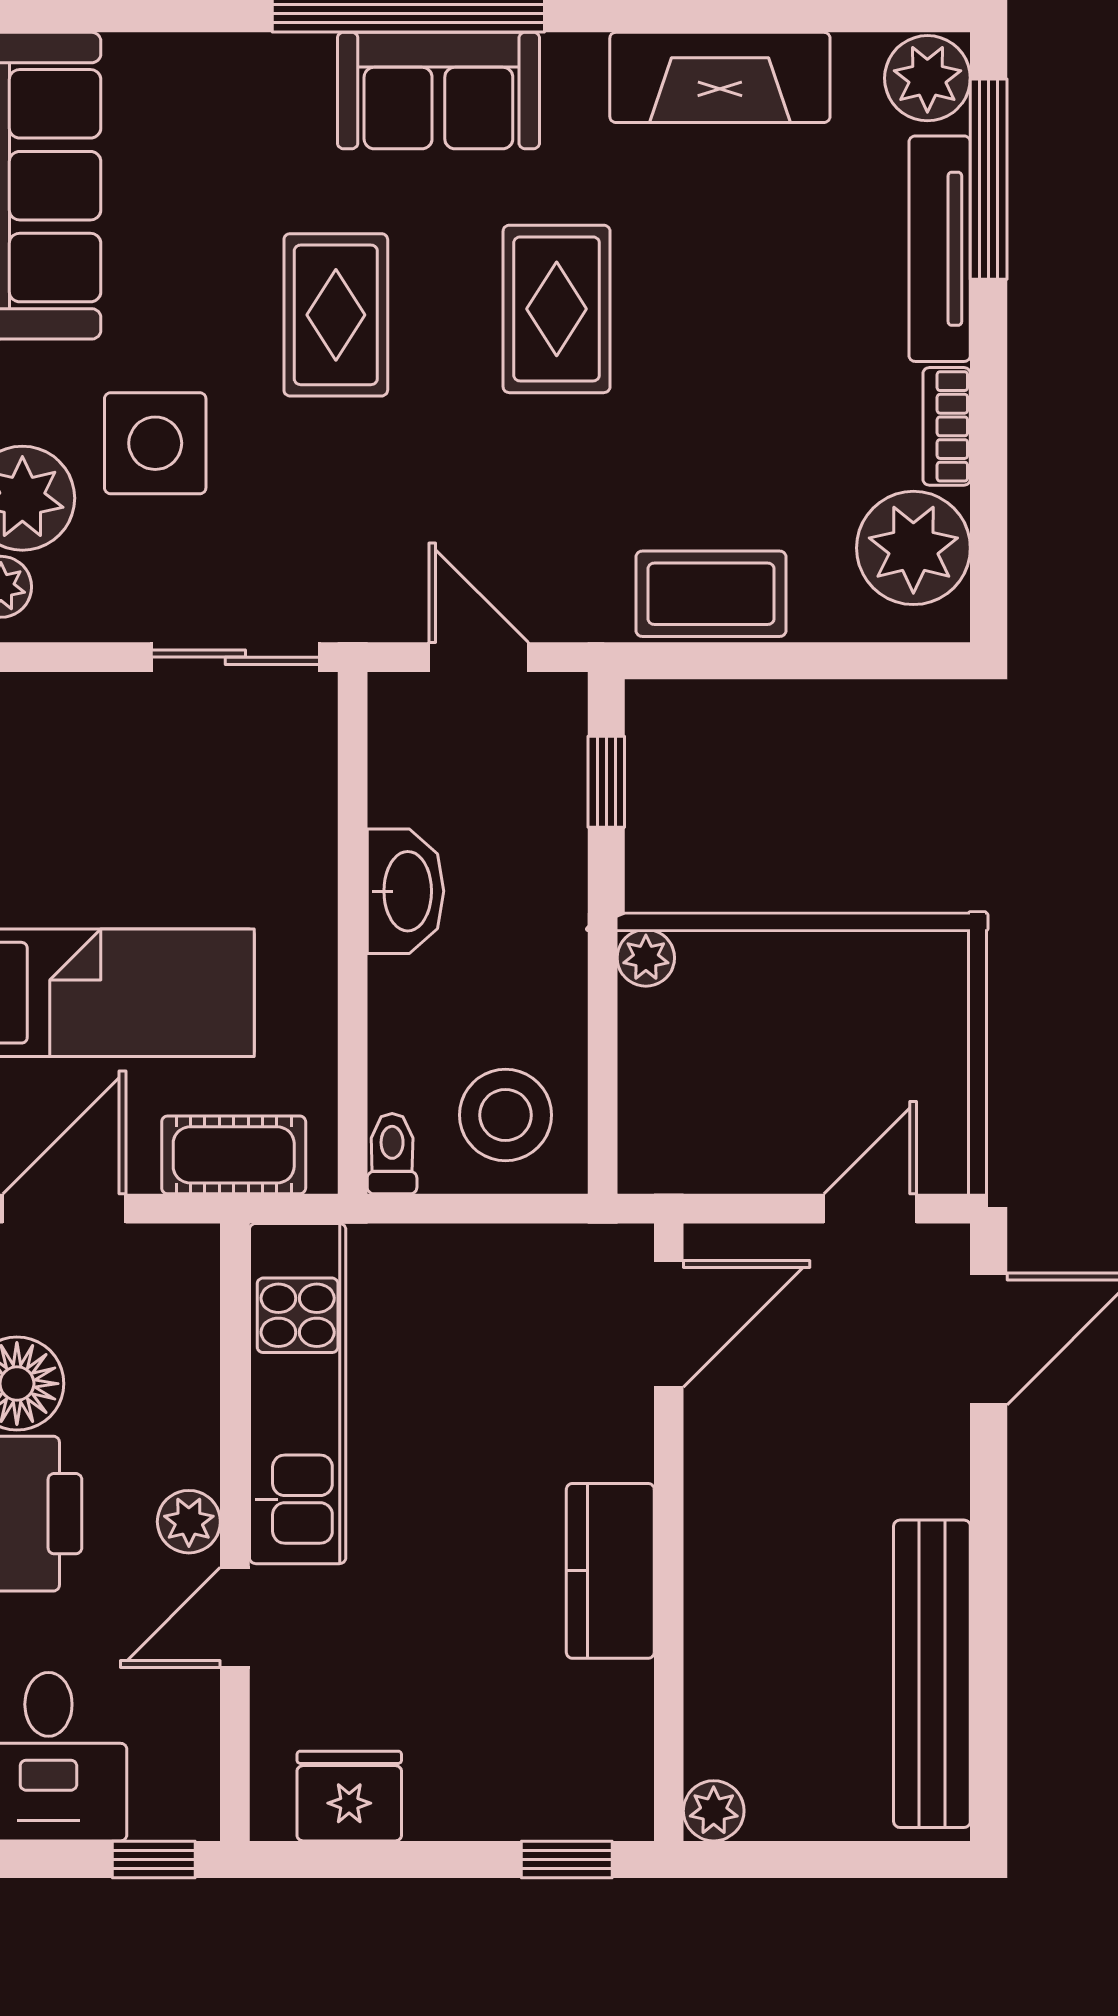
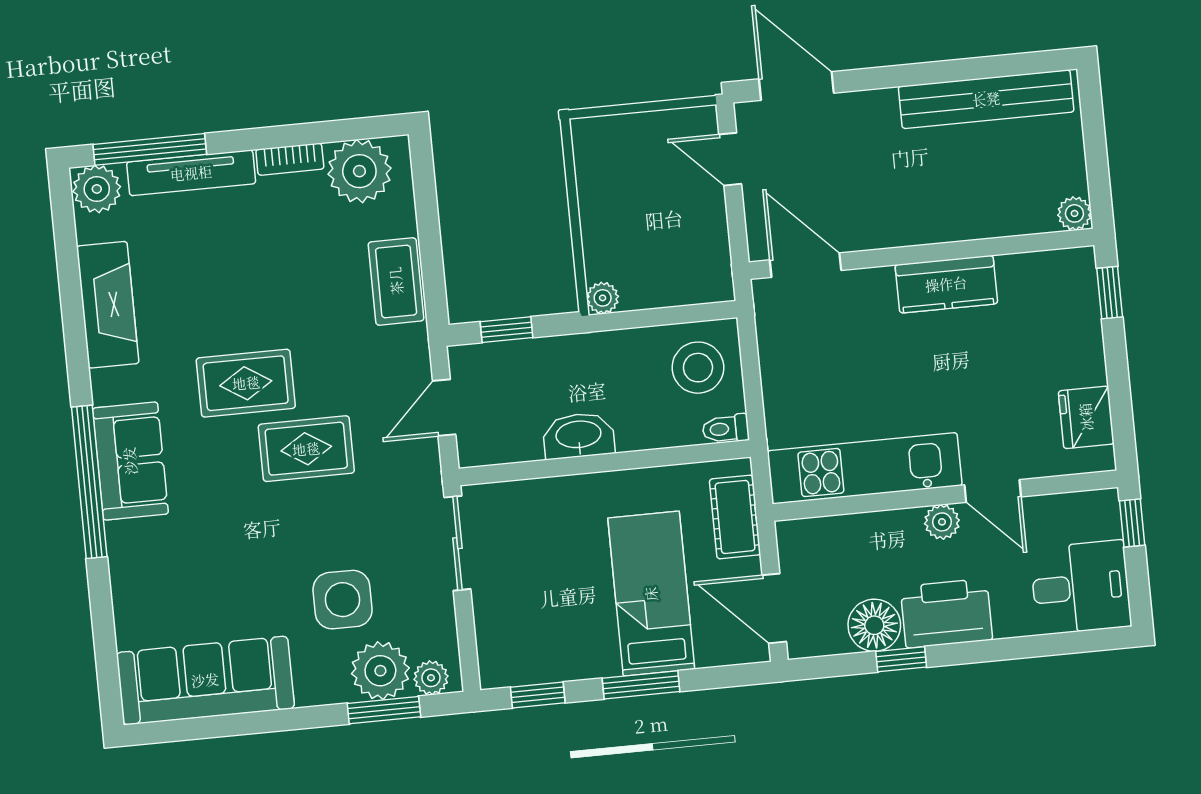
rug: (336, 315) -> (306, 449), moved

